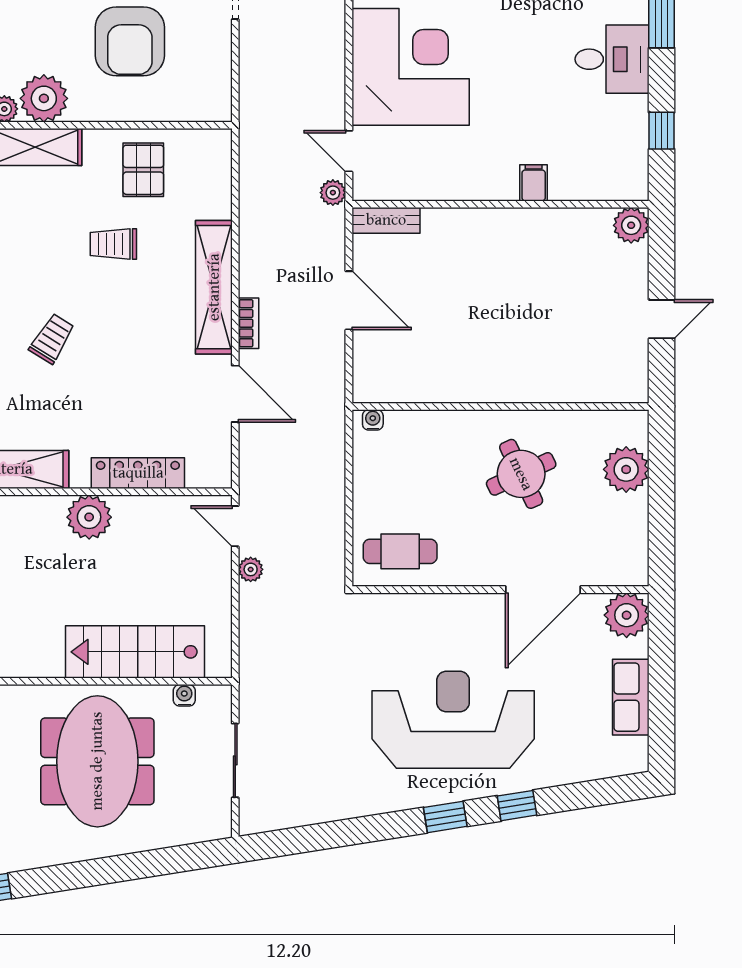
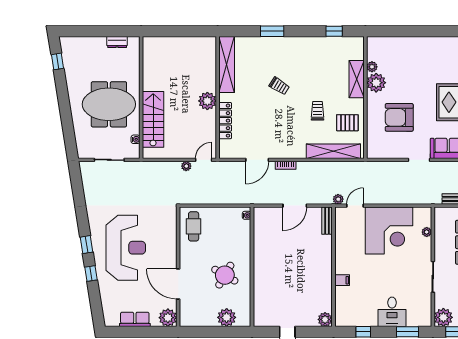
shelving: (214, 287) -> (333, 151), moved
round table: (521, 474) -> (225, 275), turned -35

